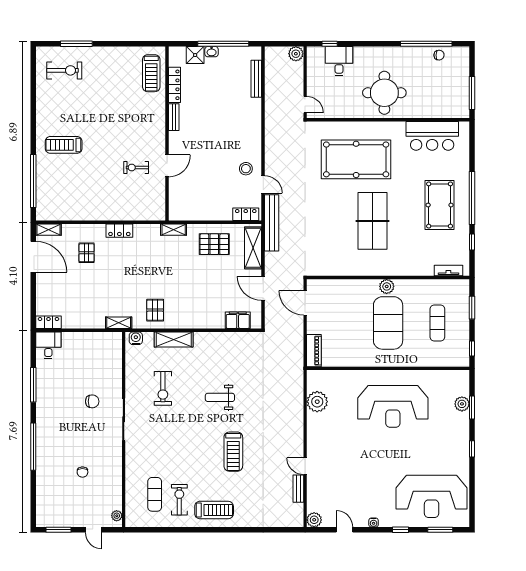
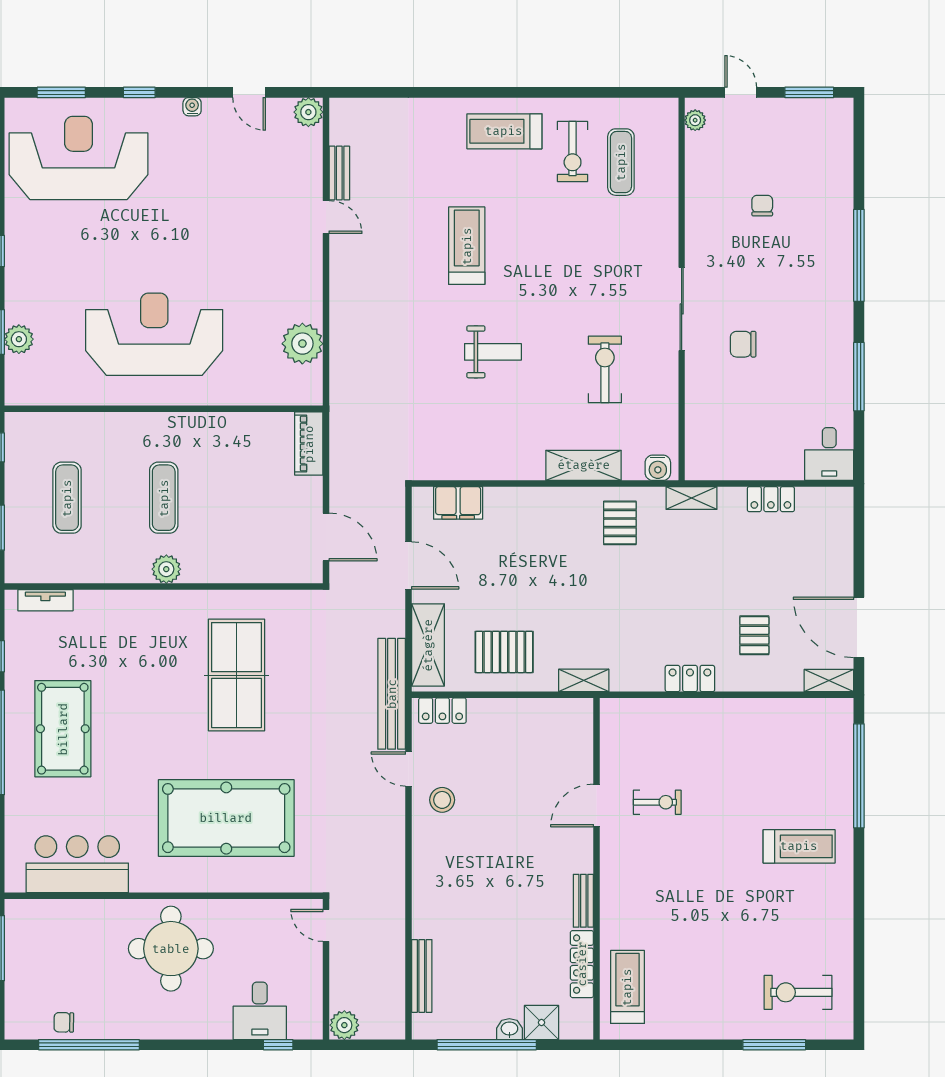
table tennis table: (372, 221) -> (236, 675), moved
locker: (48, 322) -> (771, 499), moved
exercise mat: (388, 323) -> (164, 498), width x0.50, depth x0.69

